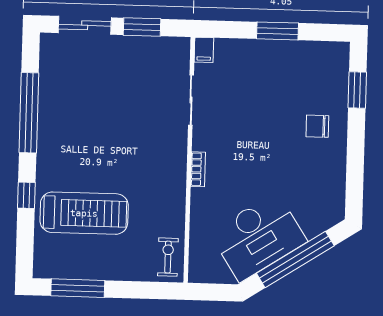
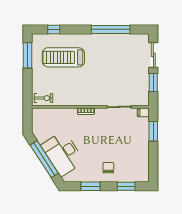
window: (277, 31) -> (153, 131), moved
window: (355, 164) -> (91, 186), added
window: (26, 195) -> (54, 29), moved
treadmill: (84, 213) -> (63, 57), turned 90
desk: (258, 237) -> (63, 153), moved

